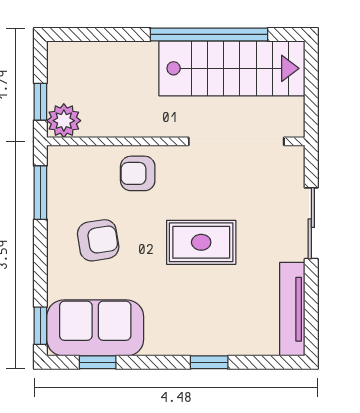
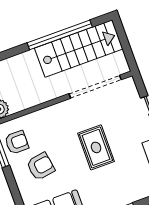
armchair: (138, 173) -> (17, 142), moved, turned 180
rug: (201, 242) -> (96, 147), turned 90

